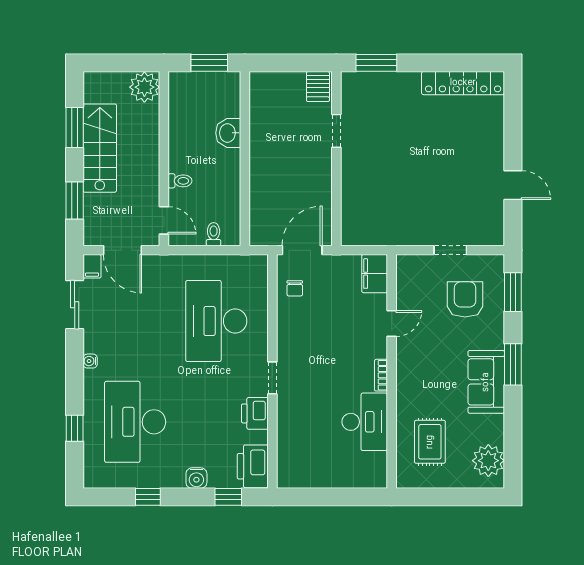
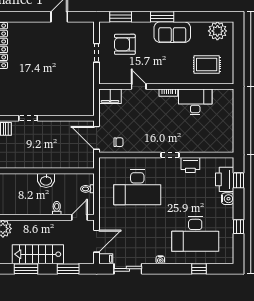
washbasin: (228, 133) -> (46, 180), moved
printer: (253, 466) -> (225, 179), moved, turned 90

